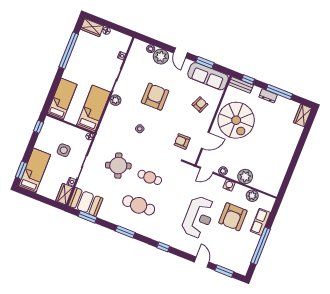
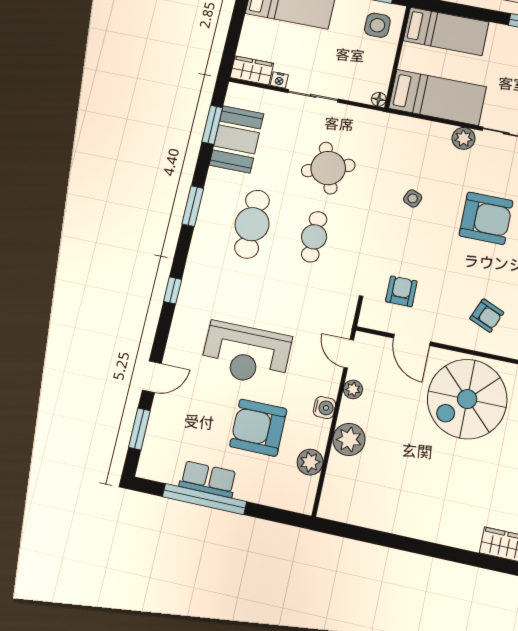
side table: (64, 150) -> (377, 25), moved
booth: (85, 202) -> (236, 139), moved
row of seats: (260, 222) -> (208, 479), moved

